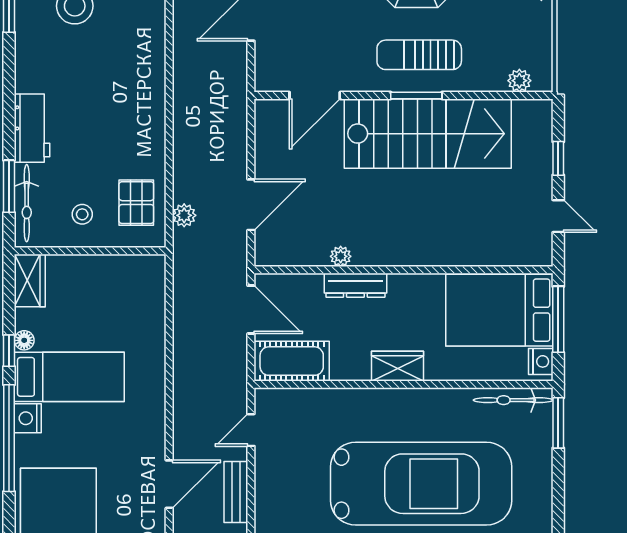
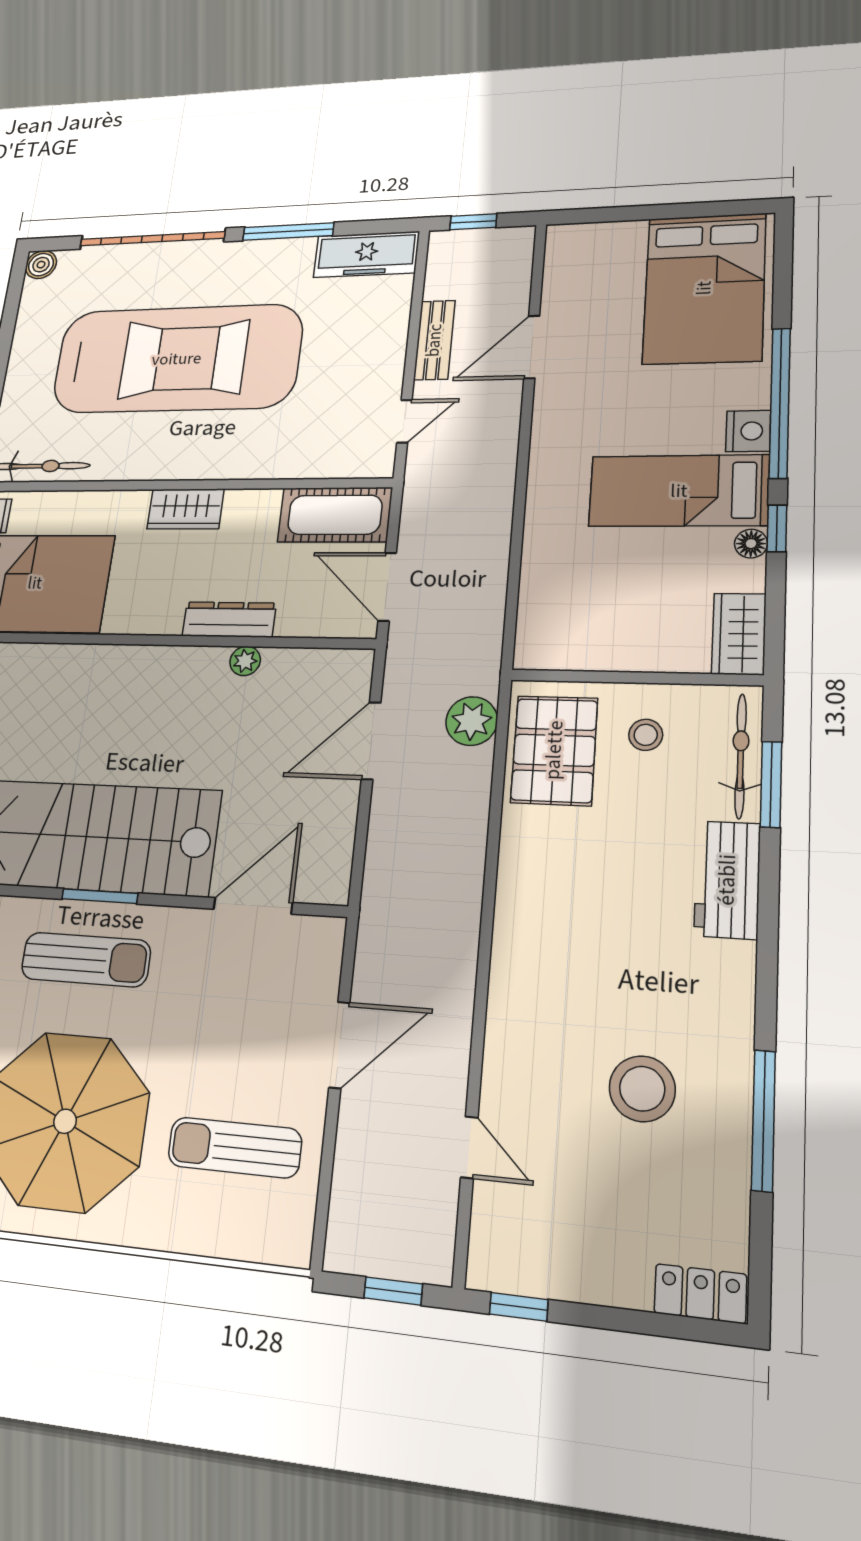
pallet: (136, 203) -> (554, 750), width x1.50, depth x1.42
plant: (184, 215) -> (472, 721), width x1.38, depth x1.38
car: (421, 484) -> (177, 359), turned 180

